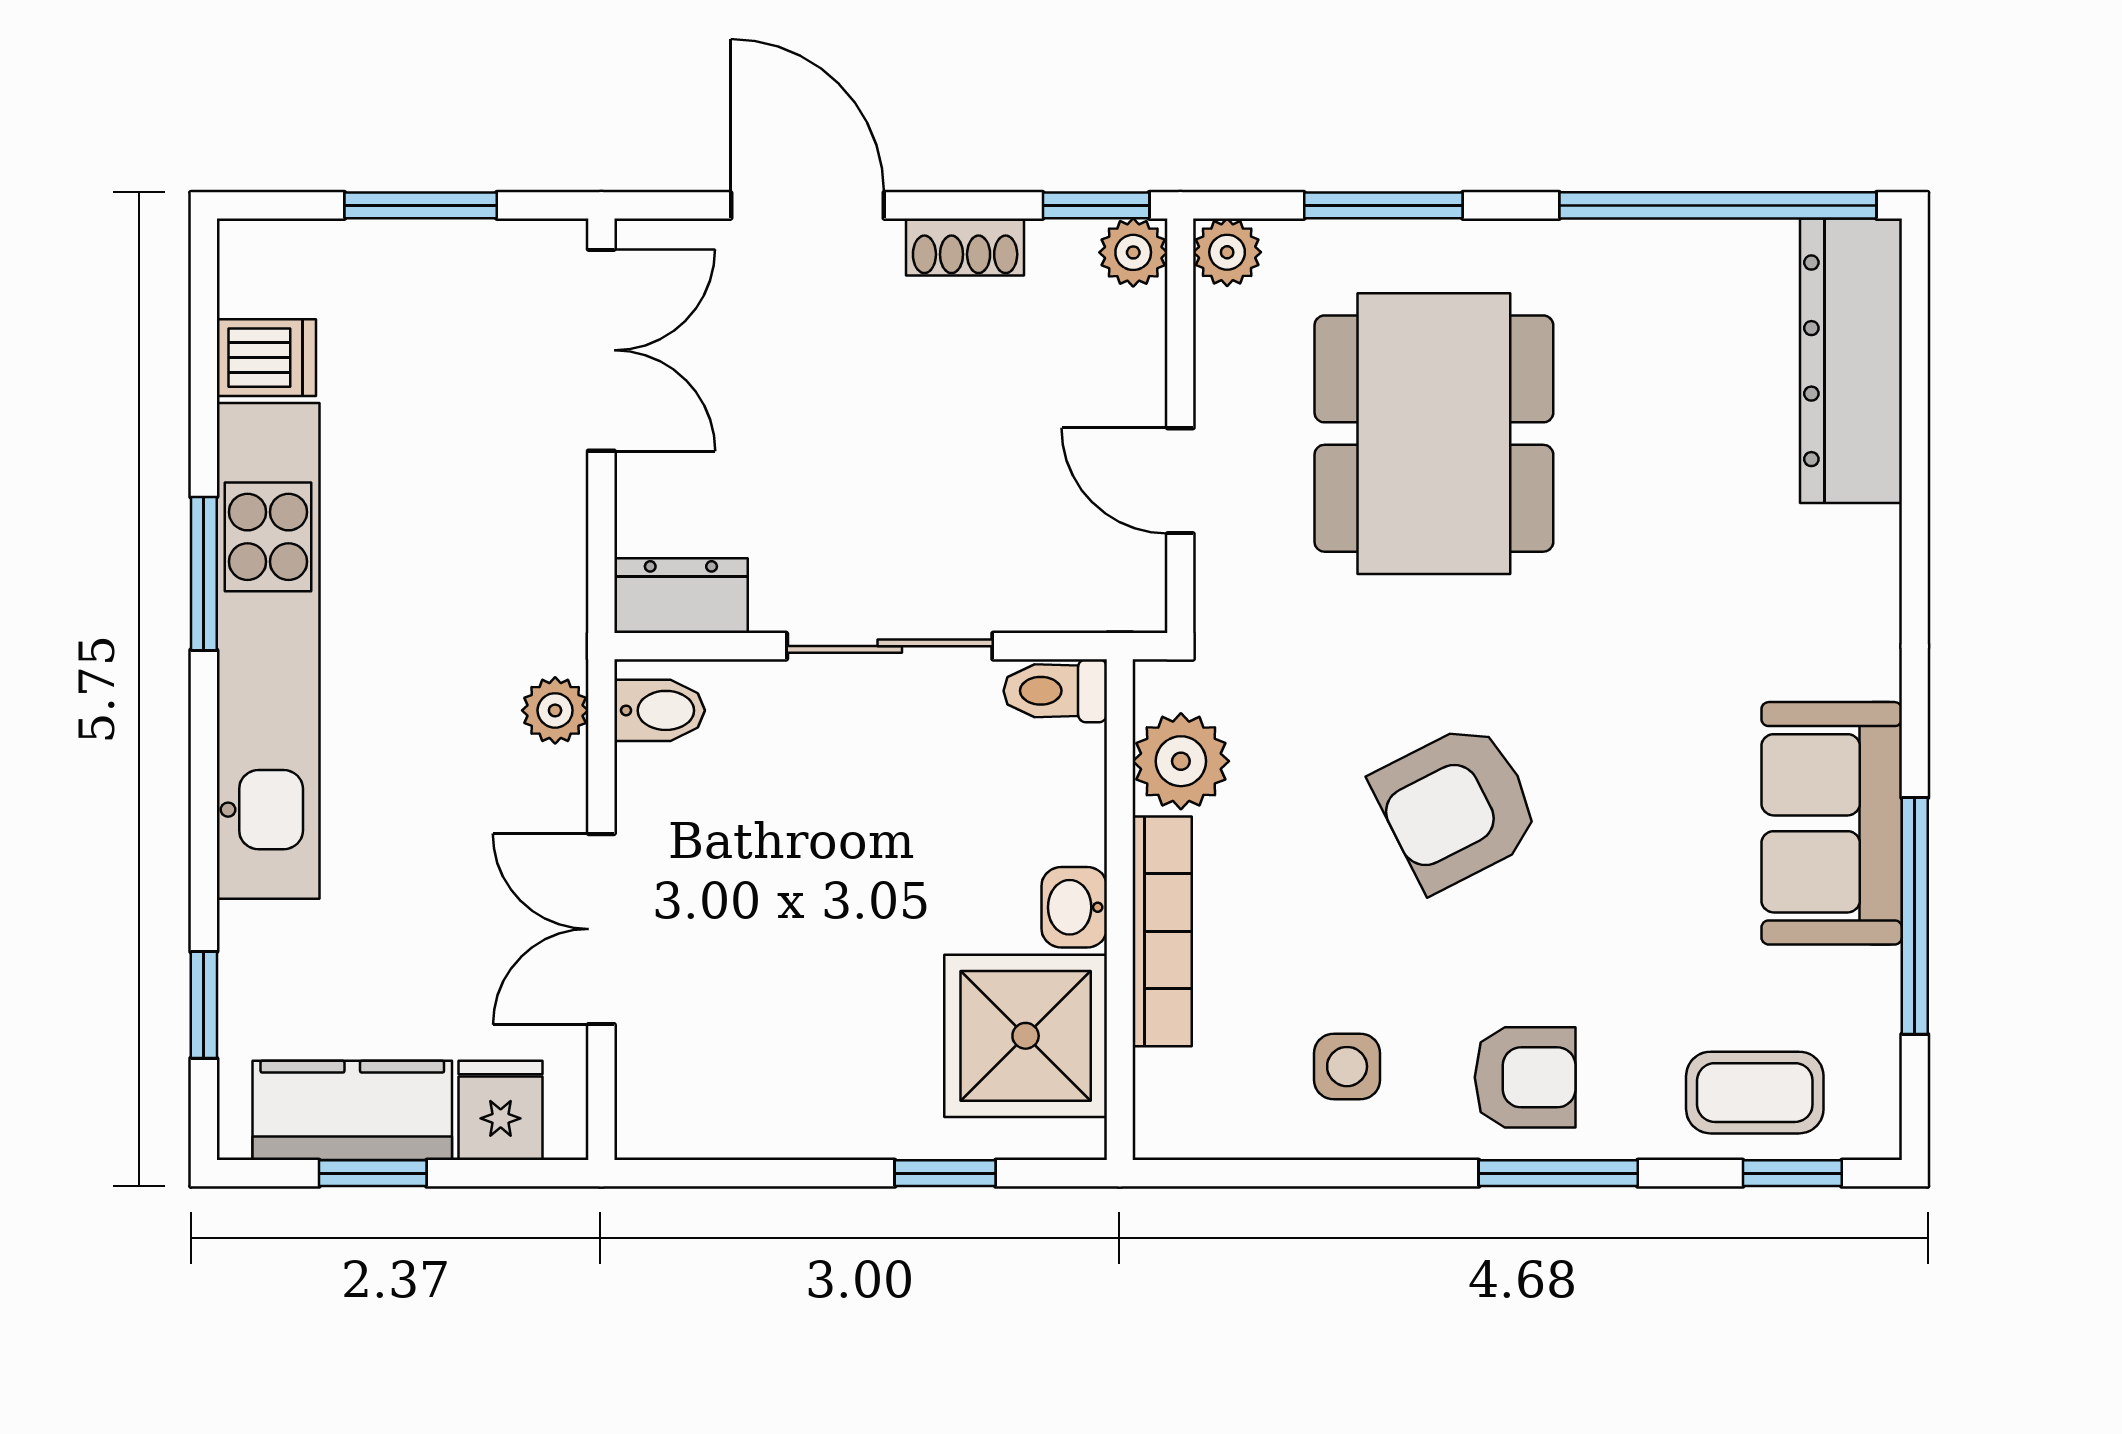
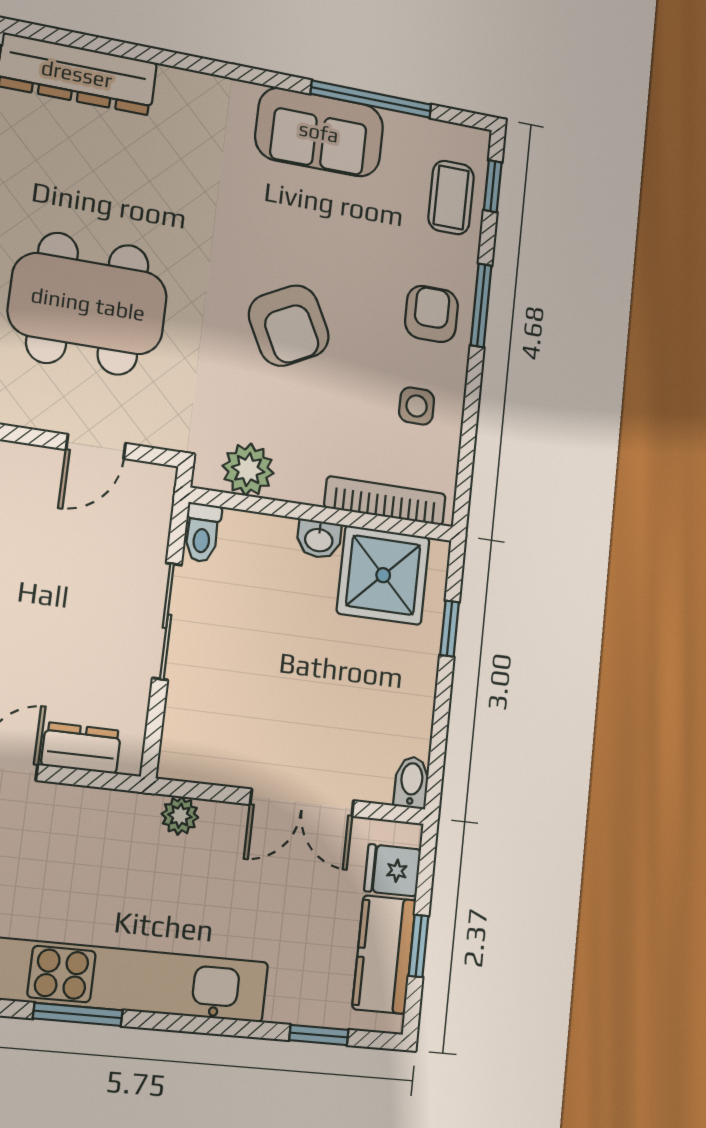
dresser: (681, 596) -> (81, 748), moved, turned 90
bidet: (660, 710) -> (412, 782), moved
bookcase: (1162, 931) -> (385, 501), moved

